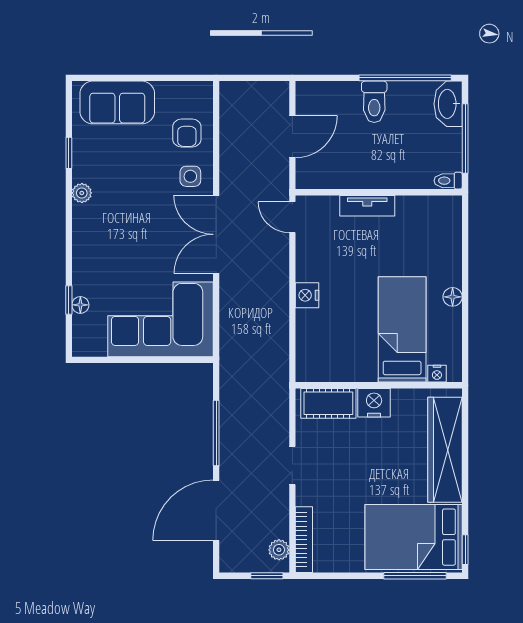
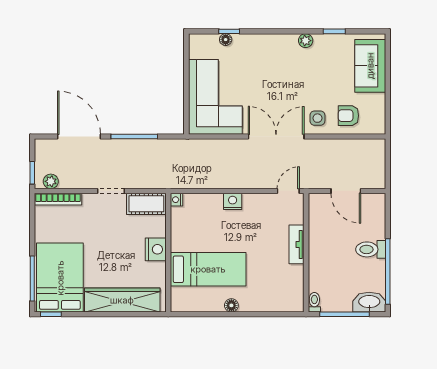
nightstand: (437, 374) -> (177, 200), moved
cot: (328, 403) -> (146, 204), moved, turned 90

